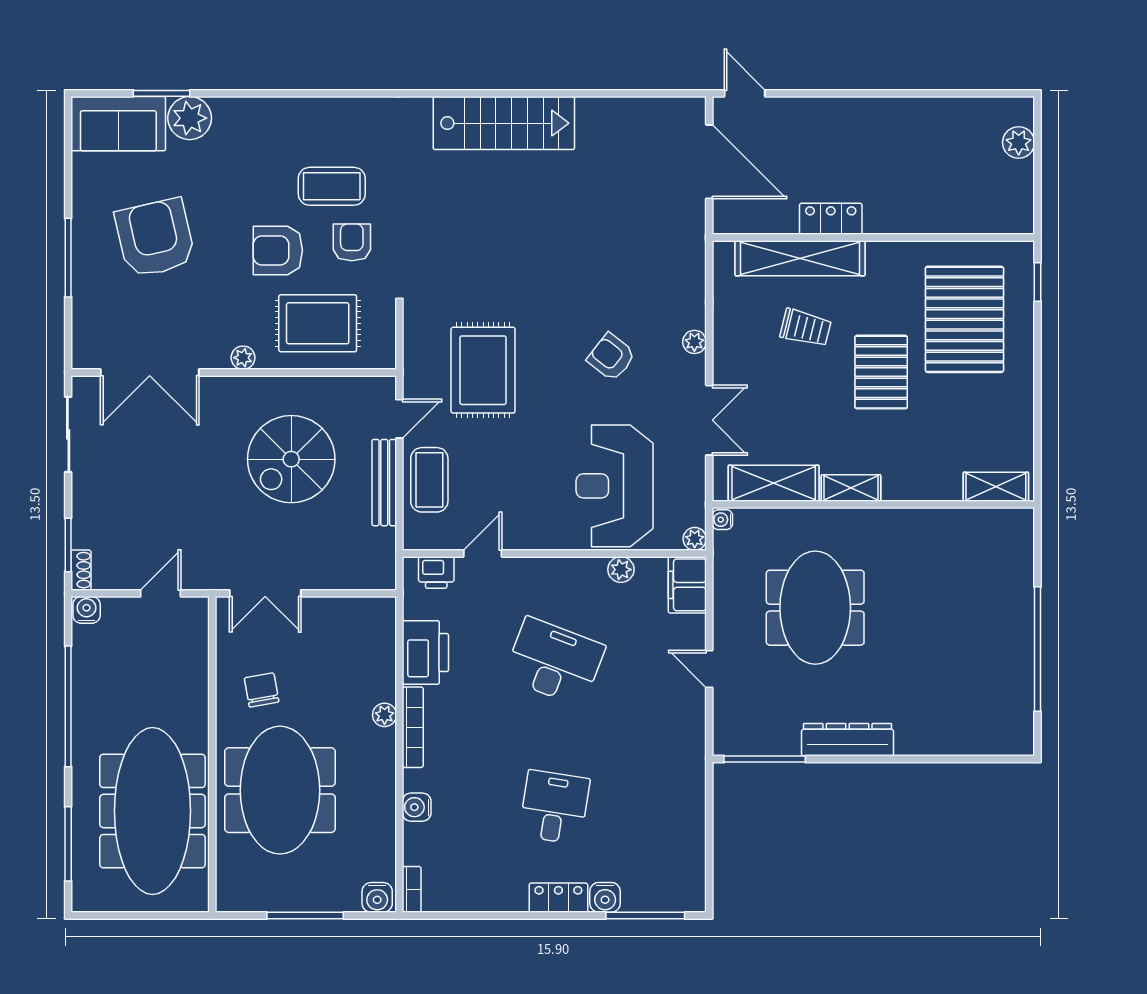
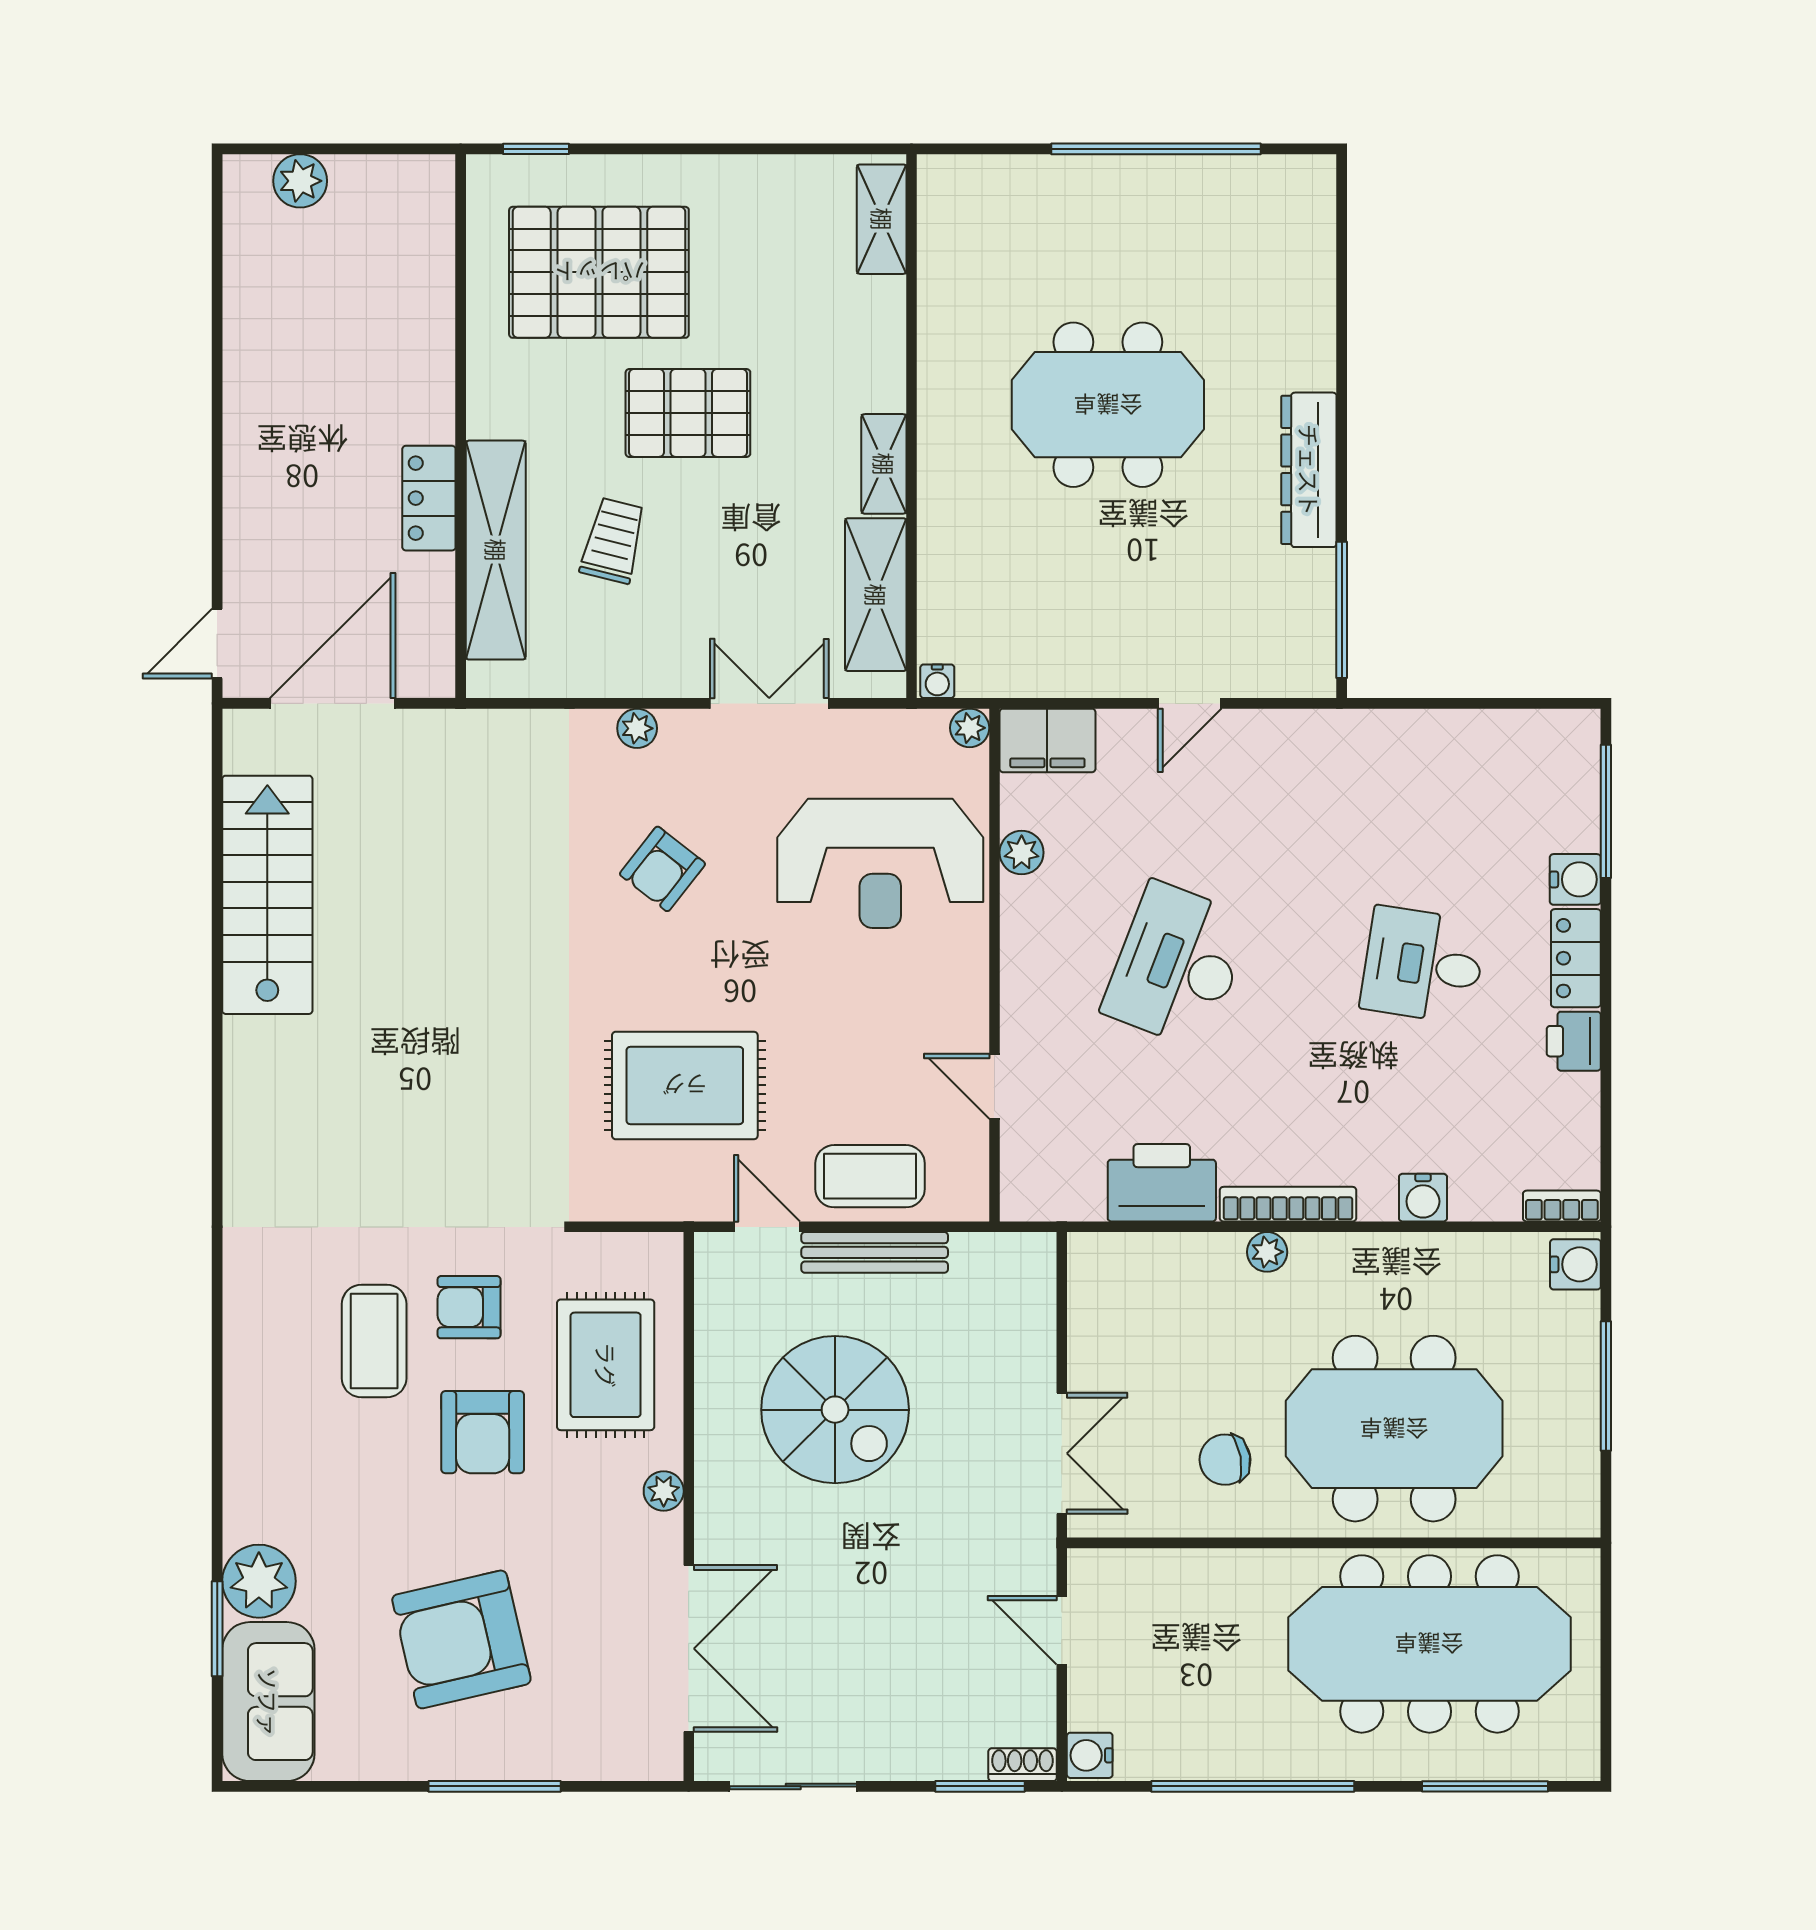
stairs: (504, 123) -> (267, 895), moved
printer: (436, 573) -> (1574, 1041), moved, turned 180
meeting table: (815, 608) -> (1108, 405), moved

